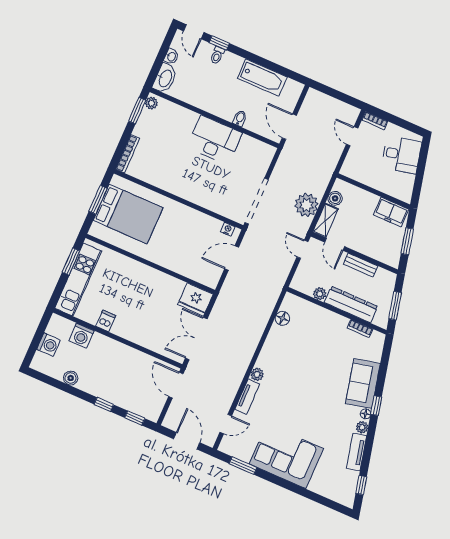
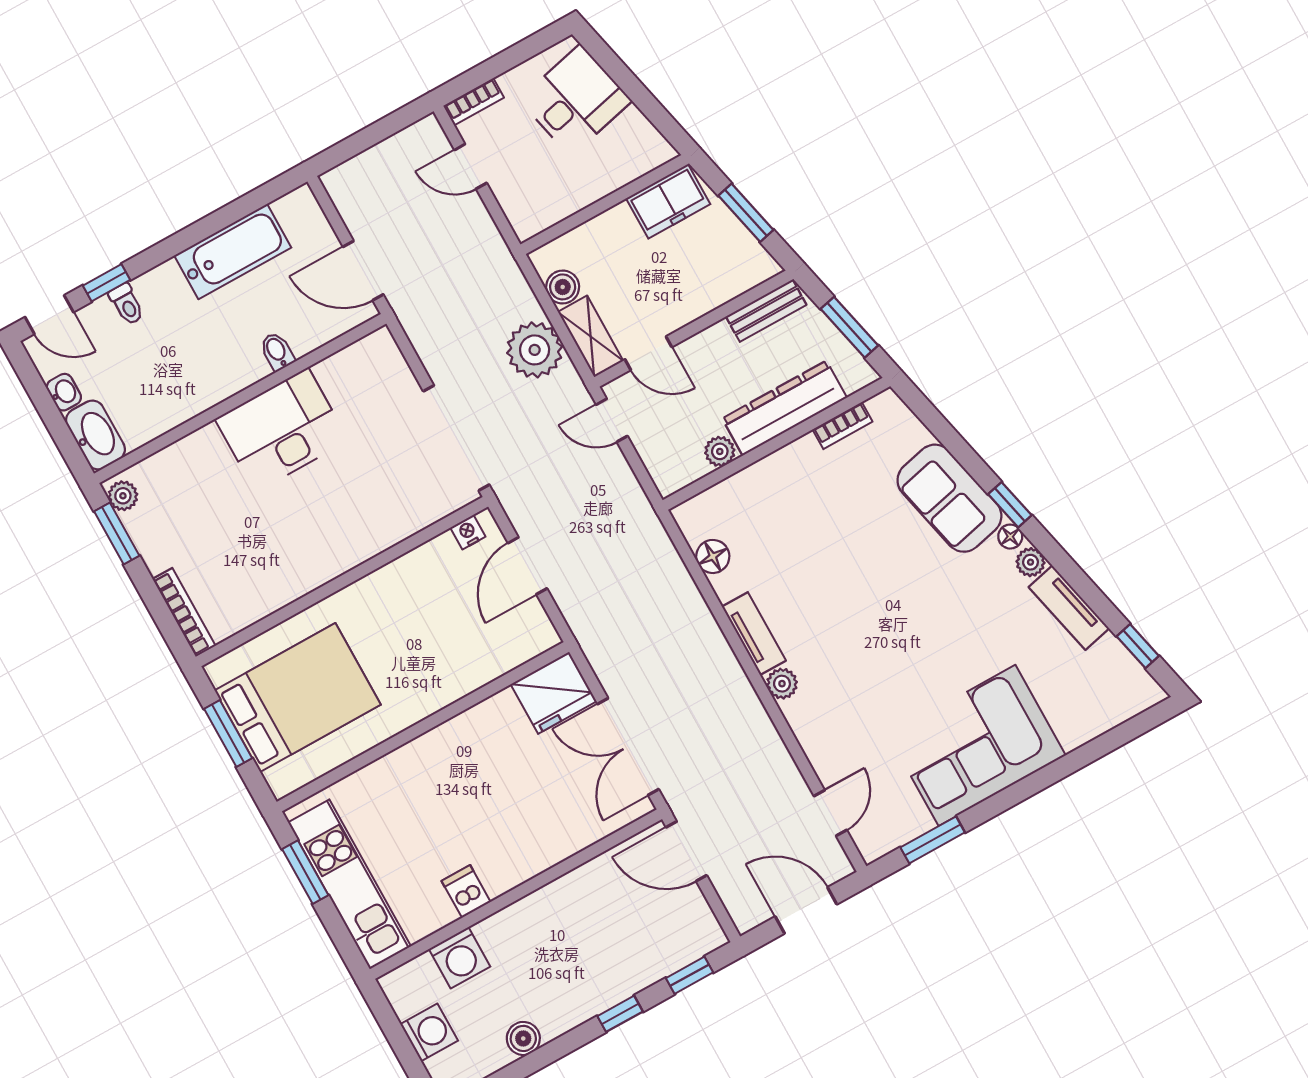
bench: (361, 265) -> (766, 311), moved
tv unit: (247, 397) -> (754, 634), moved

